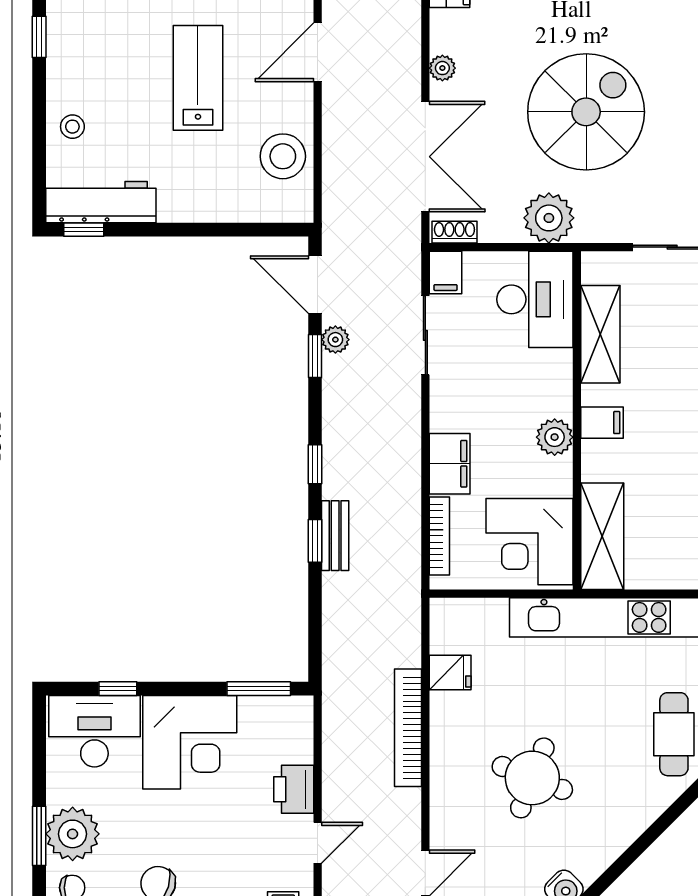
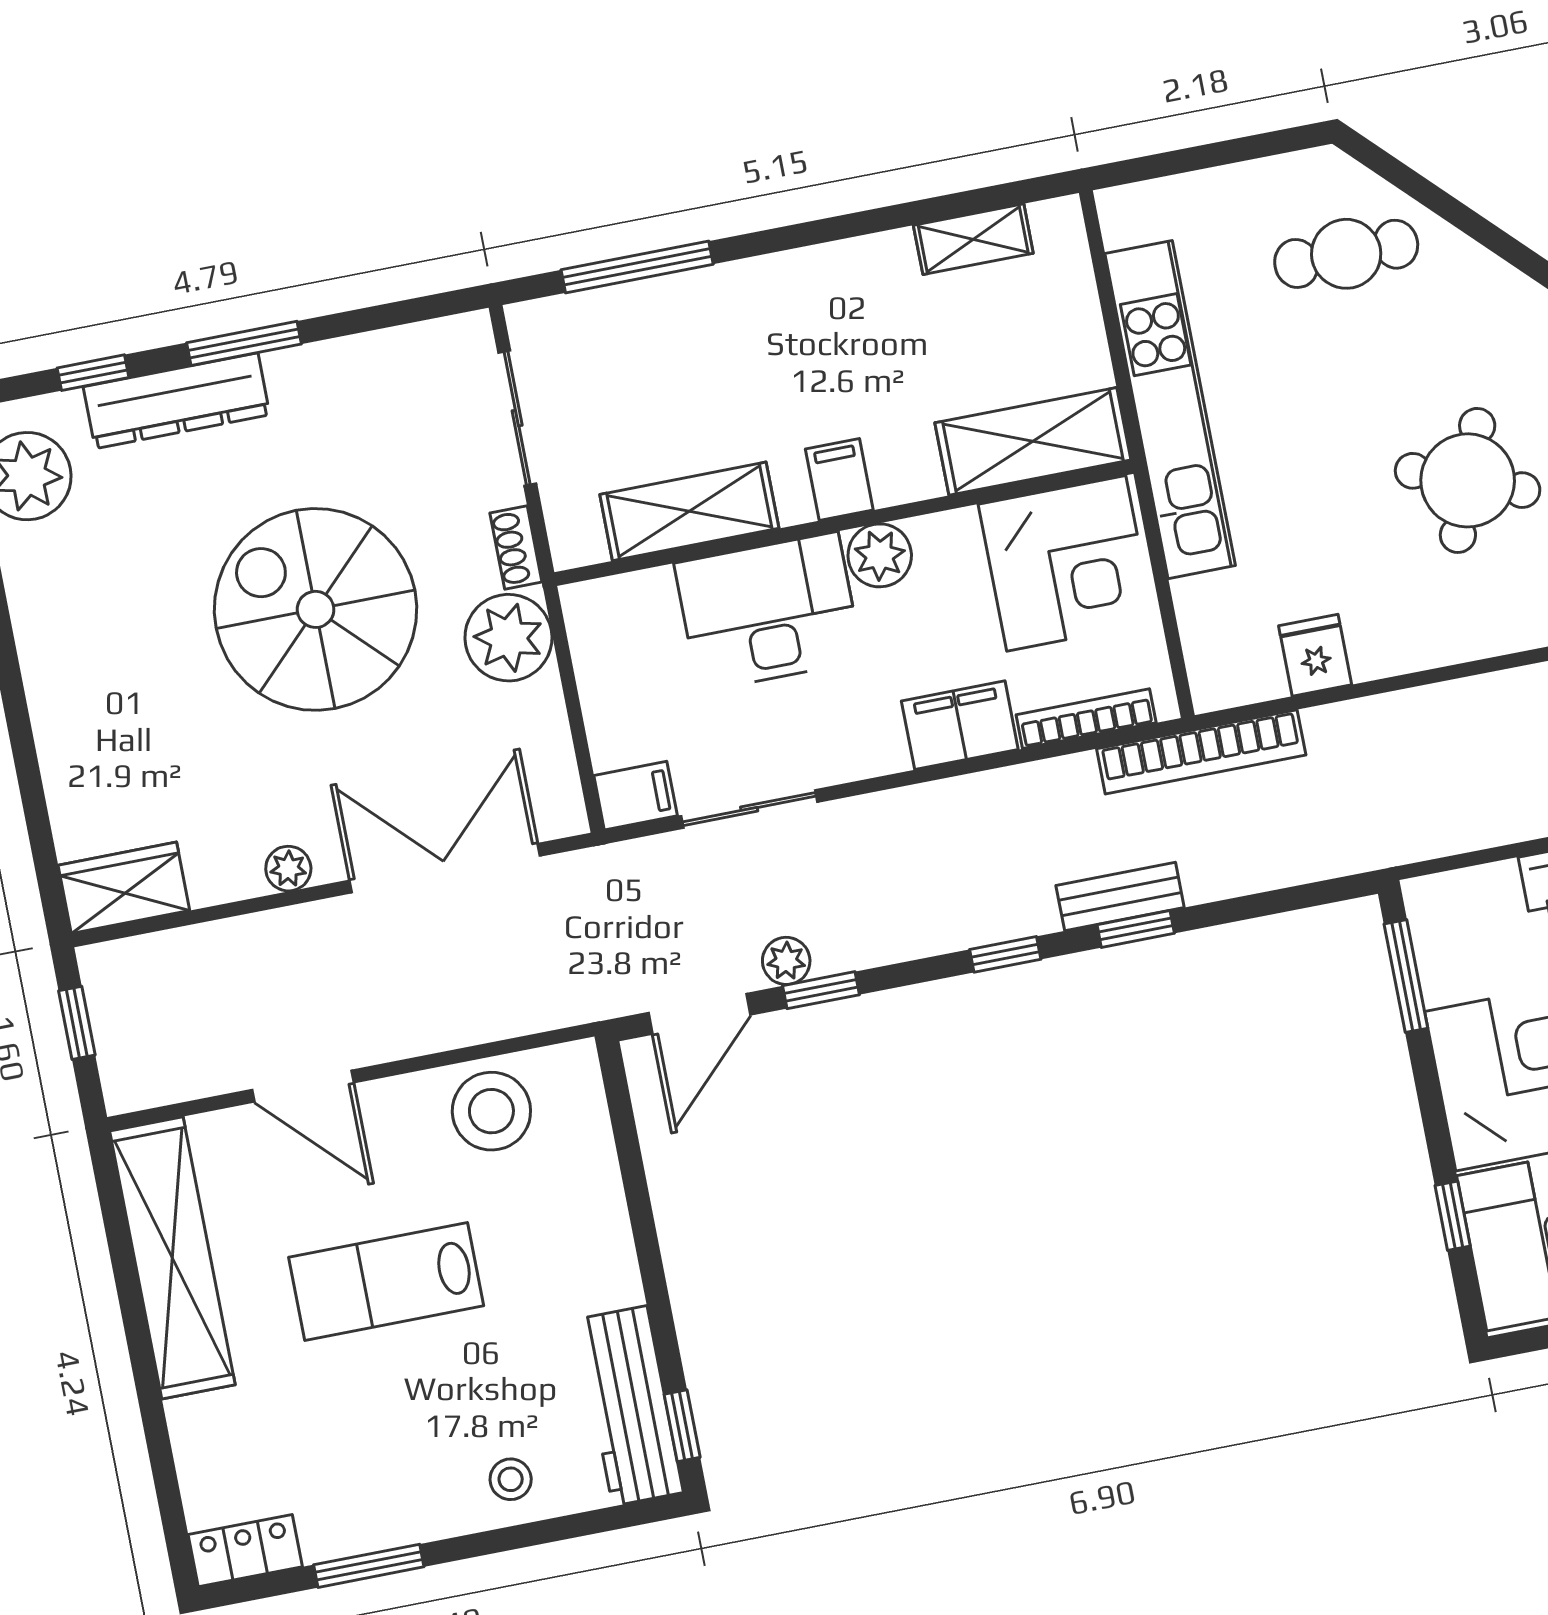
window: (39, 37) -> (369, 1566), width x1.50
shoe rack: (454, 232) -> (516, 548), moved
desk: (535, 299) -> (768, 612), moved
bookcase: (408, 728) -> (1201, 752), moved

